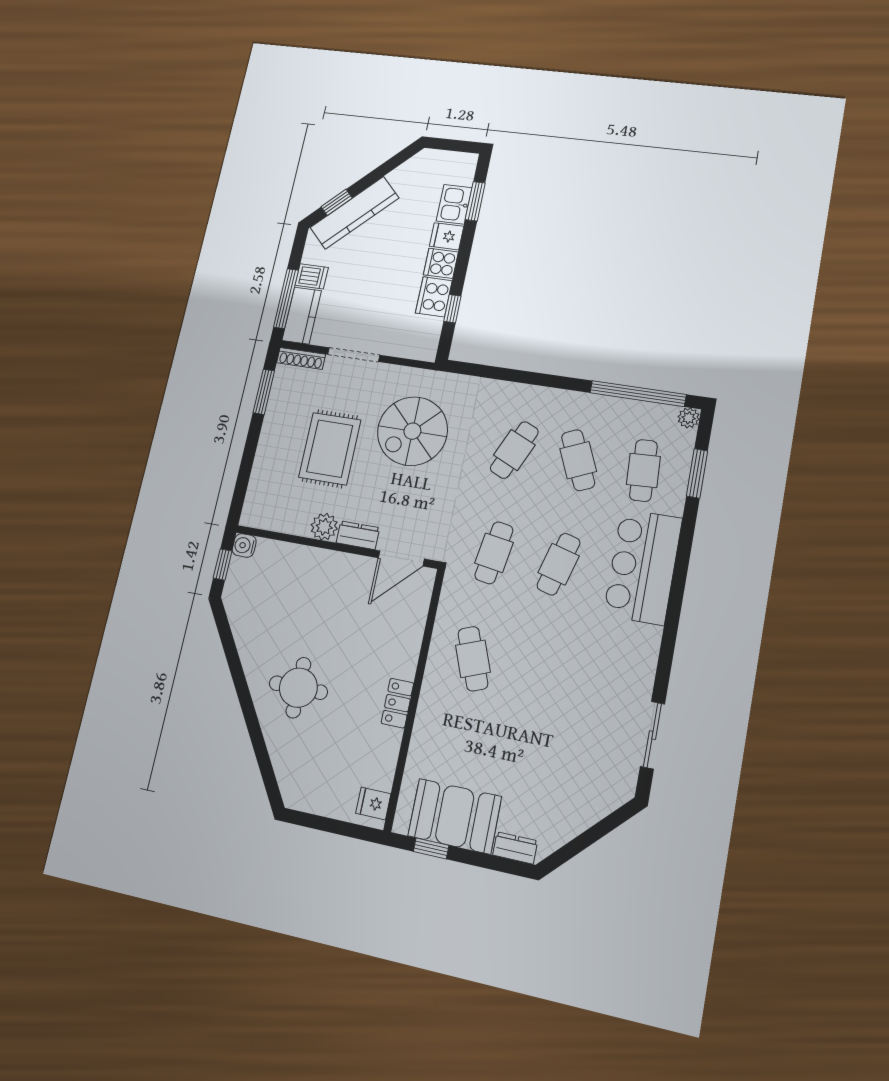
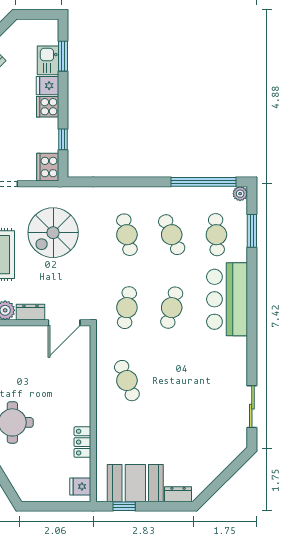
cooker: (434, 297) -> (48, 167), moved
cafe table: (514, 450) -> (127, 235), turned -36
locker: (397, 703) -> (82, 442), moved

